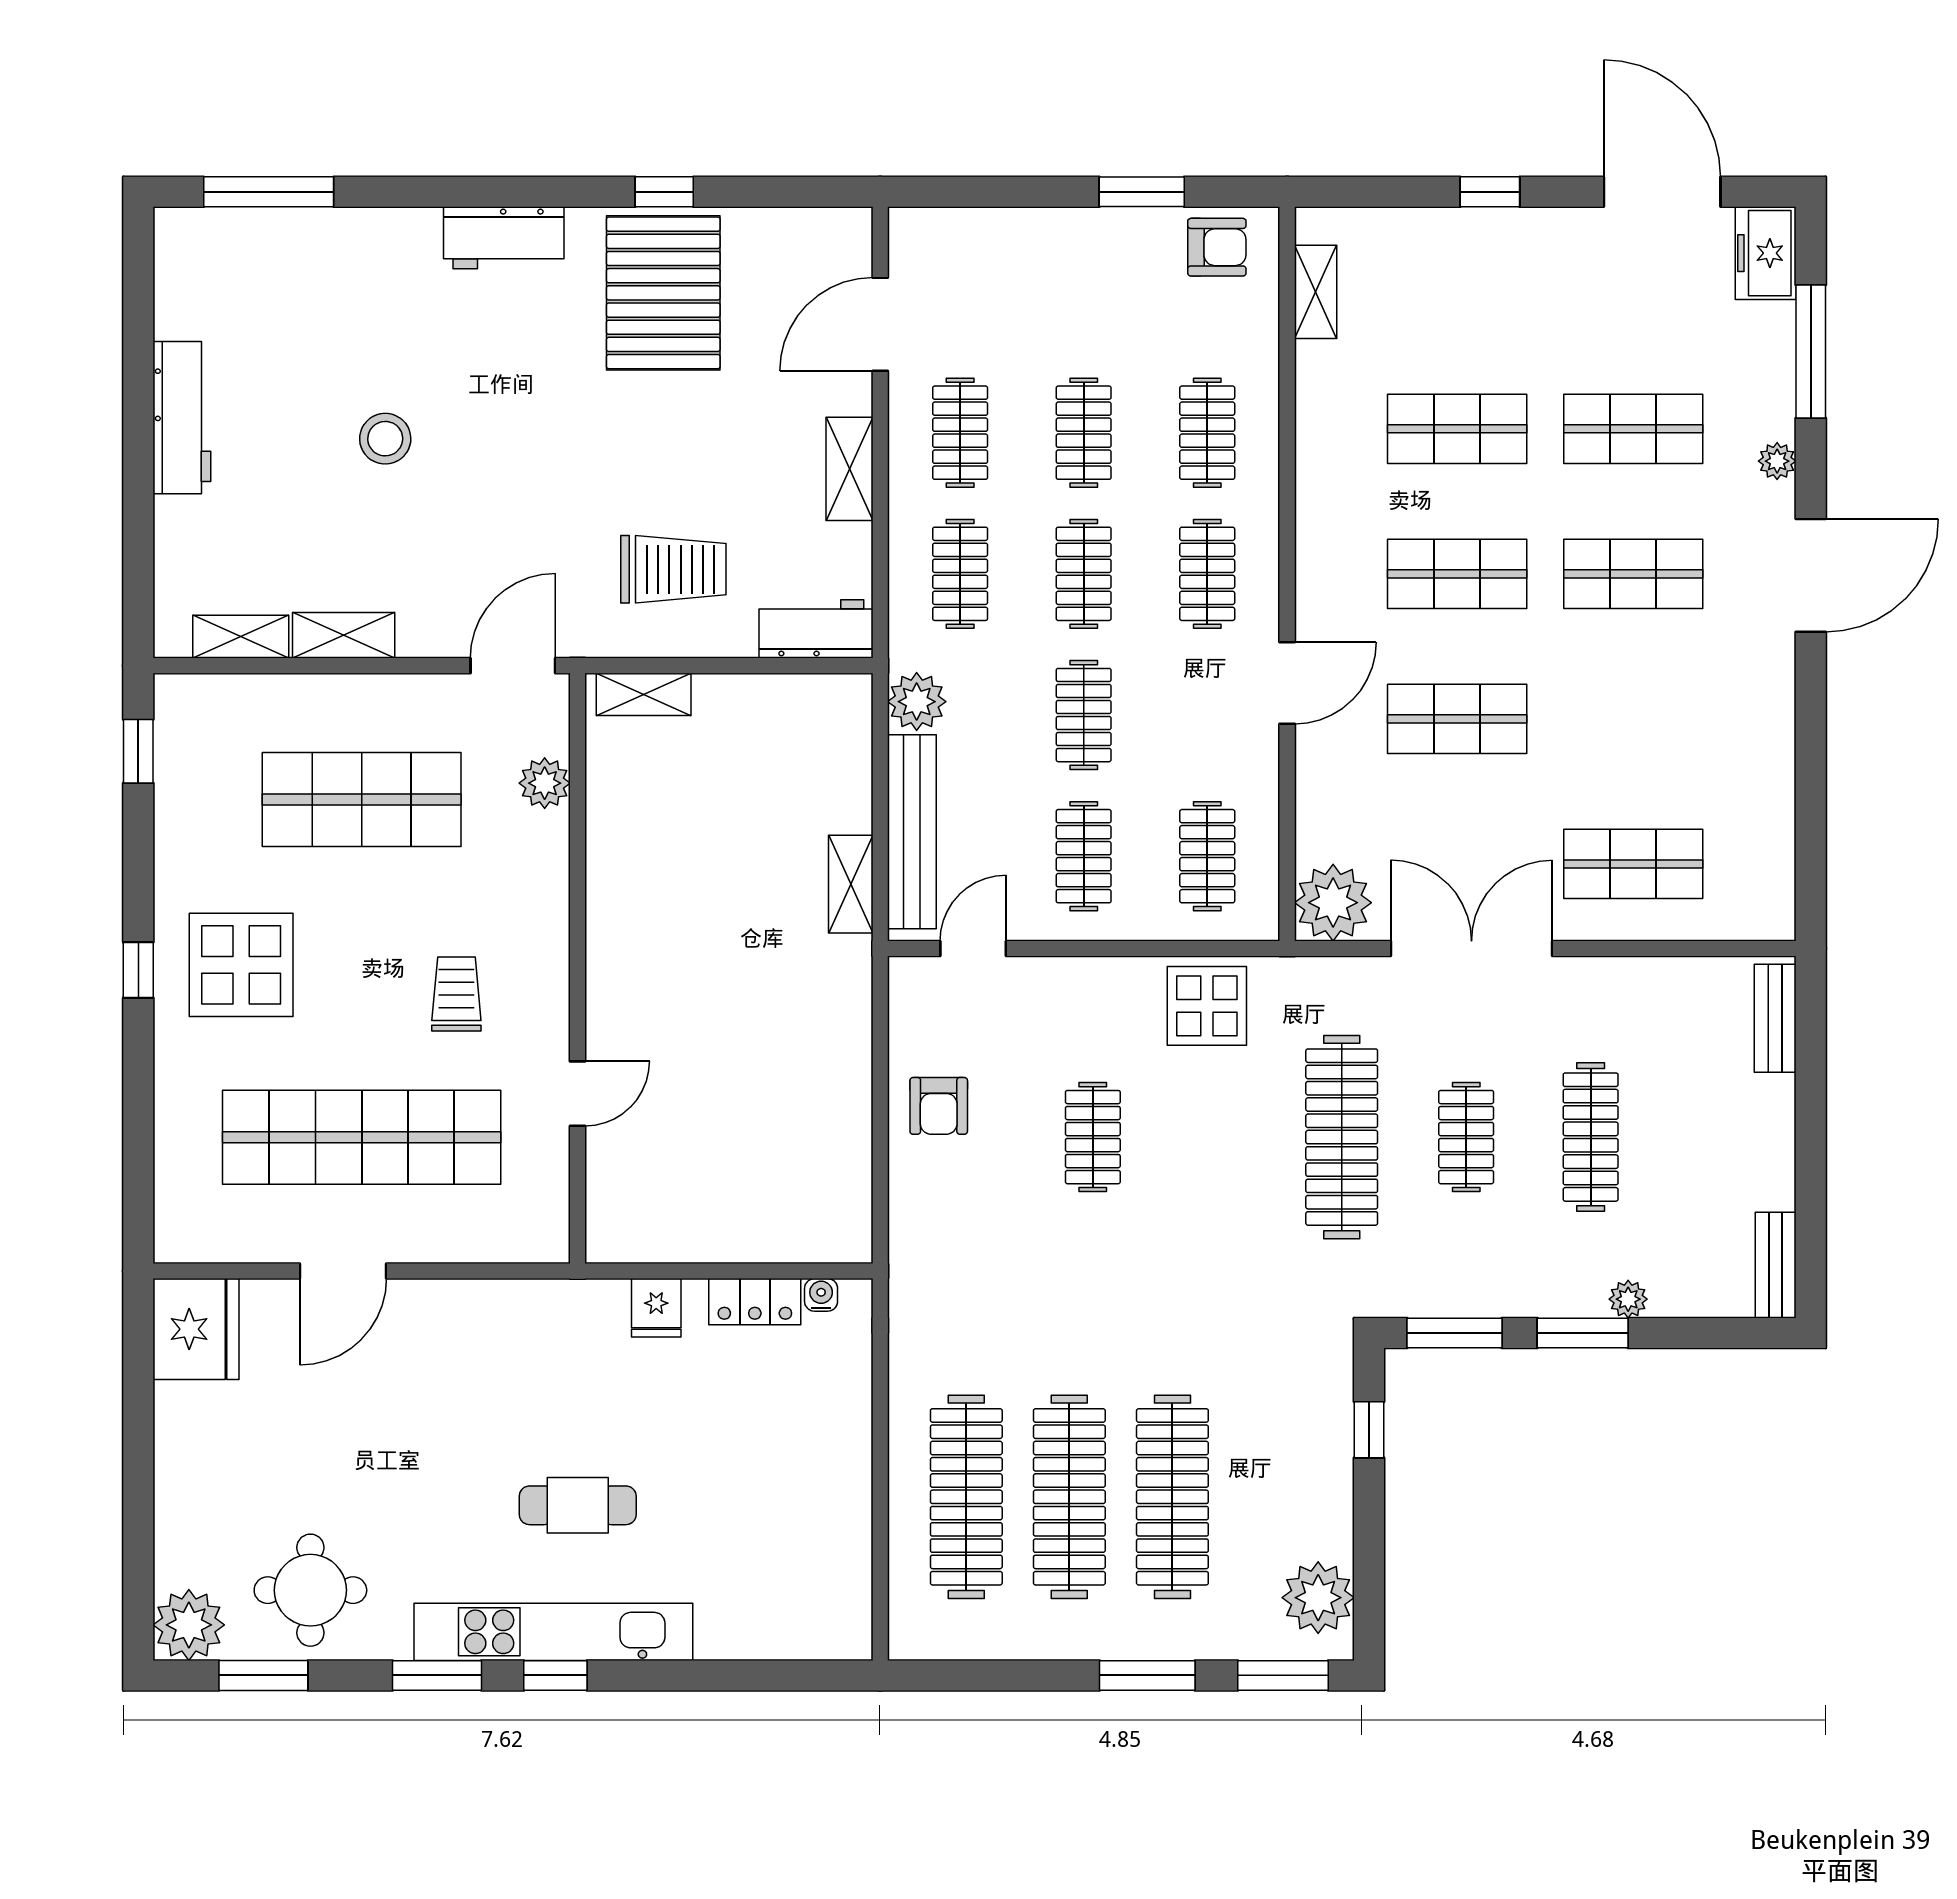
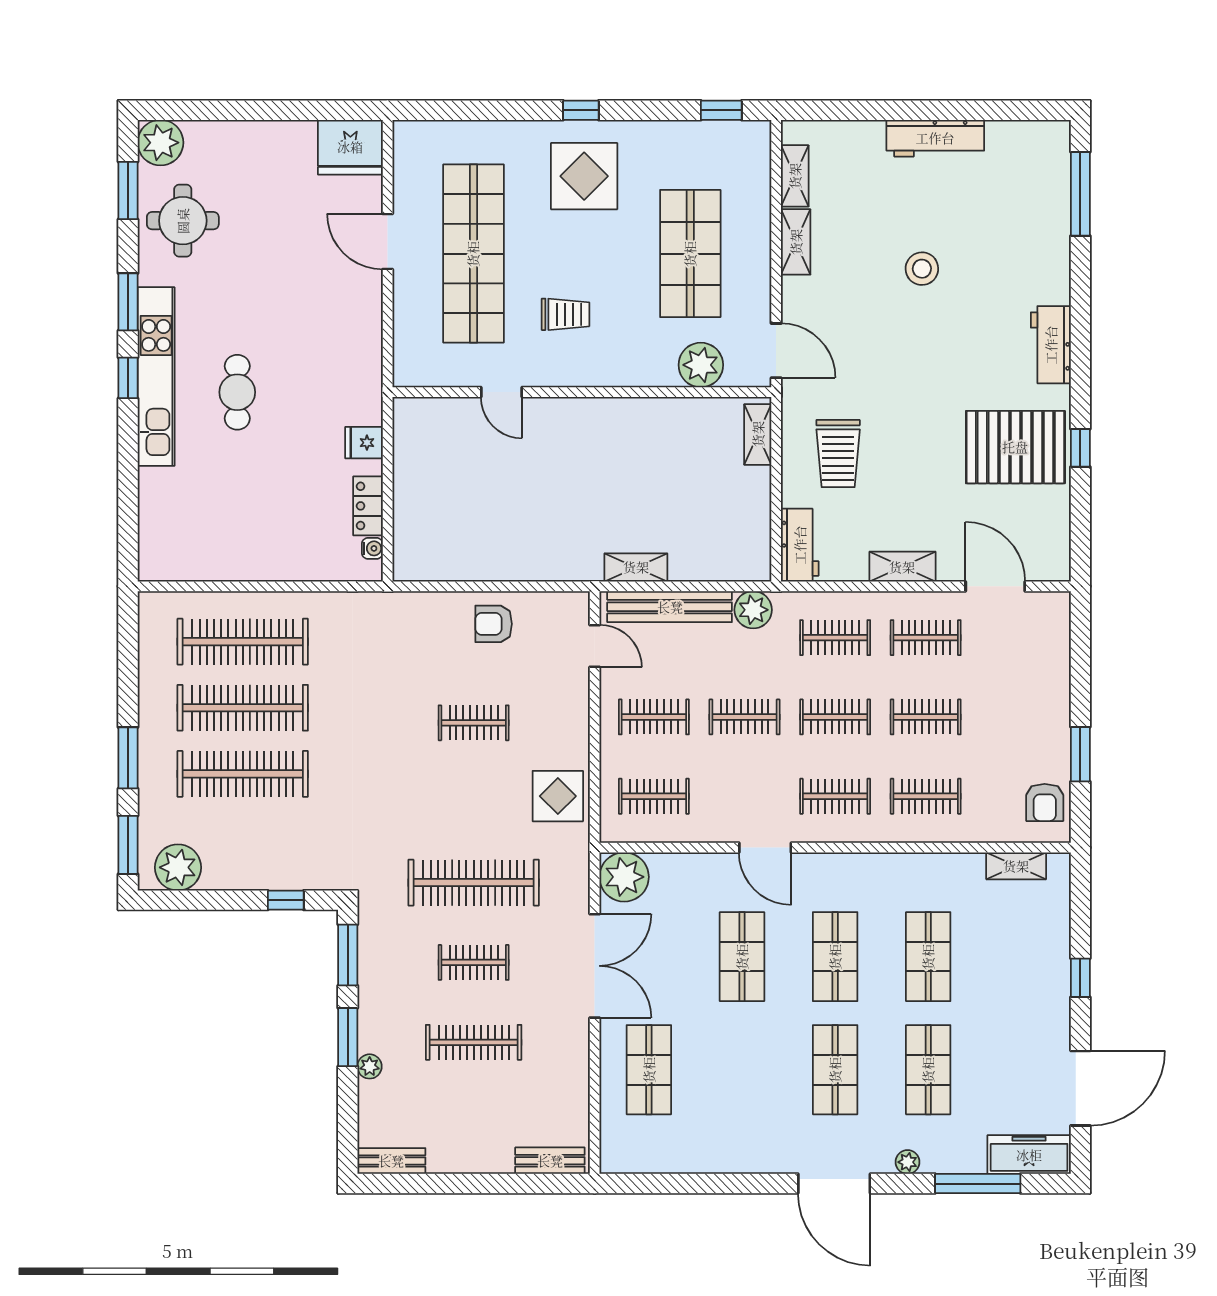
freezer: (1766, 253) -> (1029, 1155), width x1.40
plant: (545, 783) -> (701, 365), width x1.36, depth x1.36

